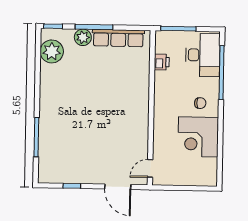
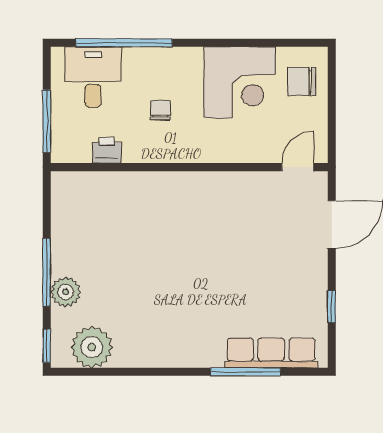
row of seats: (118, 38) -> (271, 353), moved, turned -90
desk: (203, 55) -> (93, 77), width x0.73
chair: (200, 103) -> (160, 110), moved
door: (150, 168) -> (298, 167), swing flipped
chair: (198, 172) -> (302, 81), added

